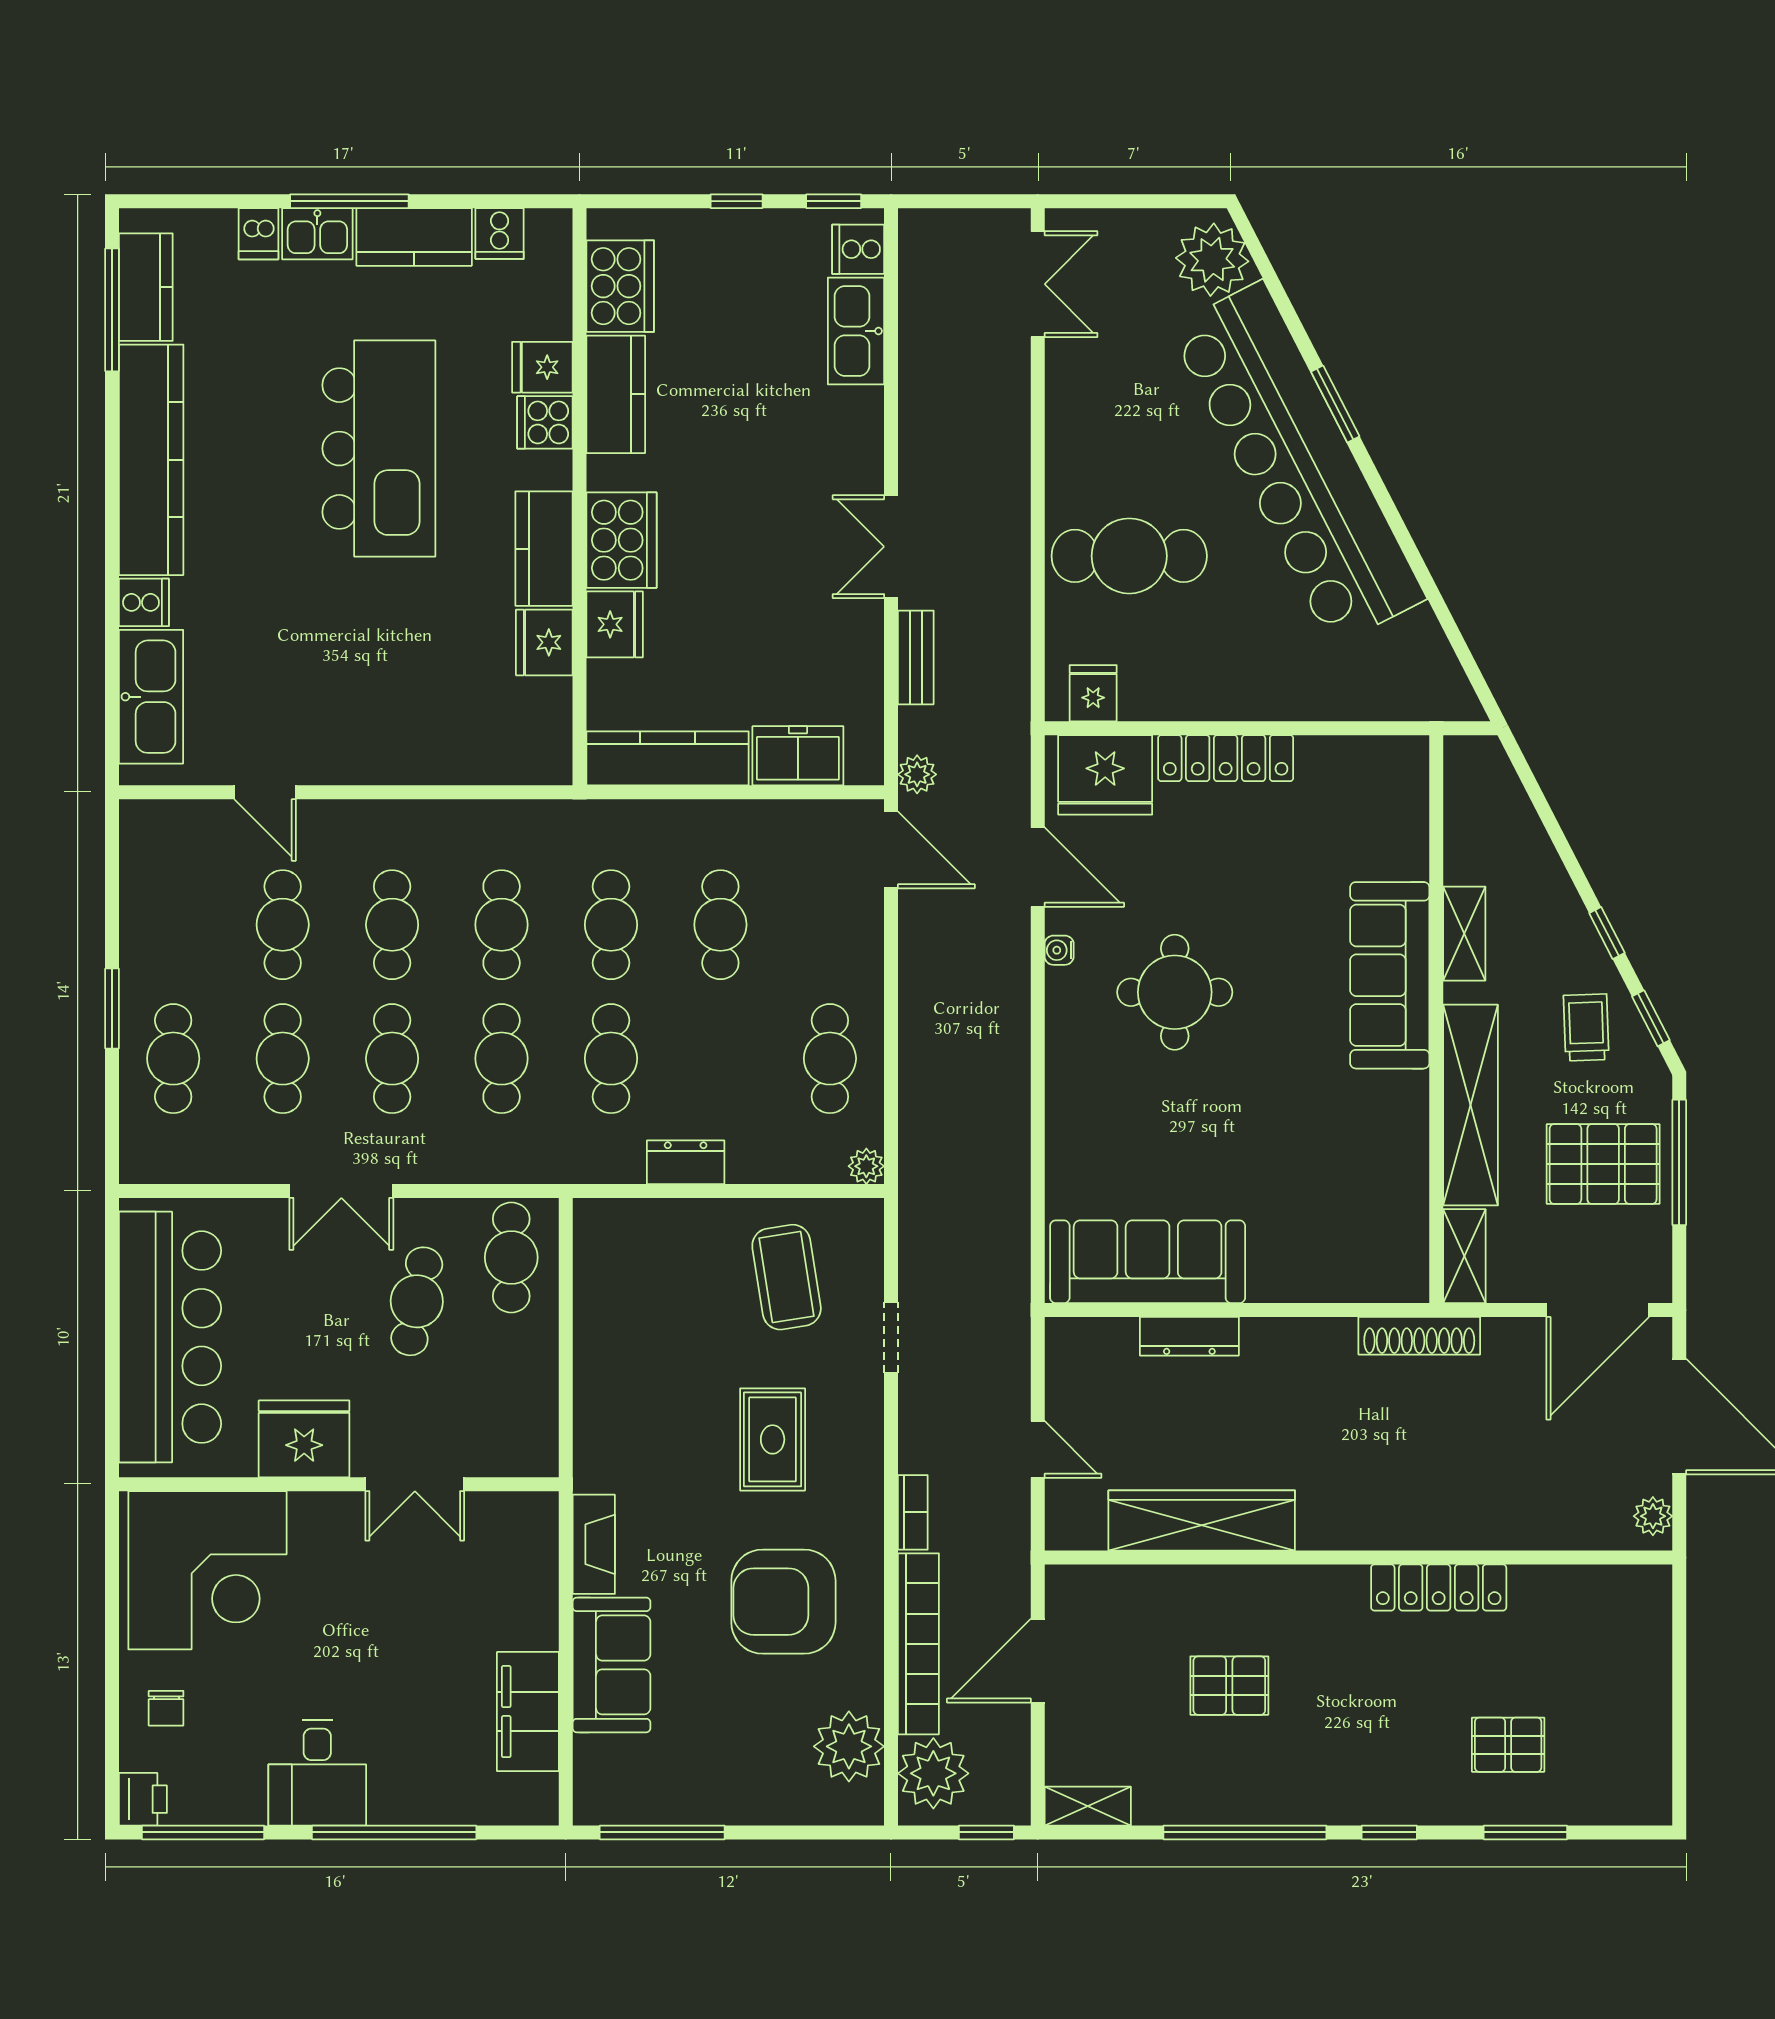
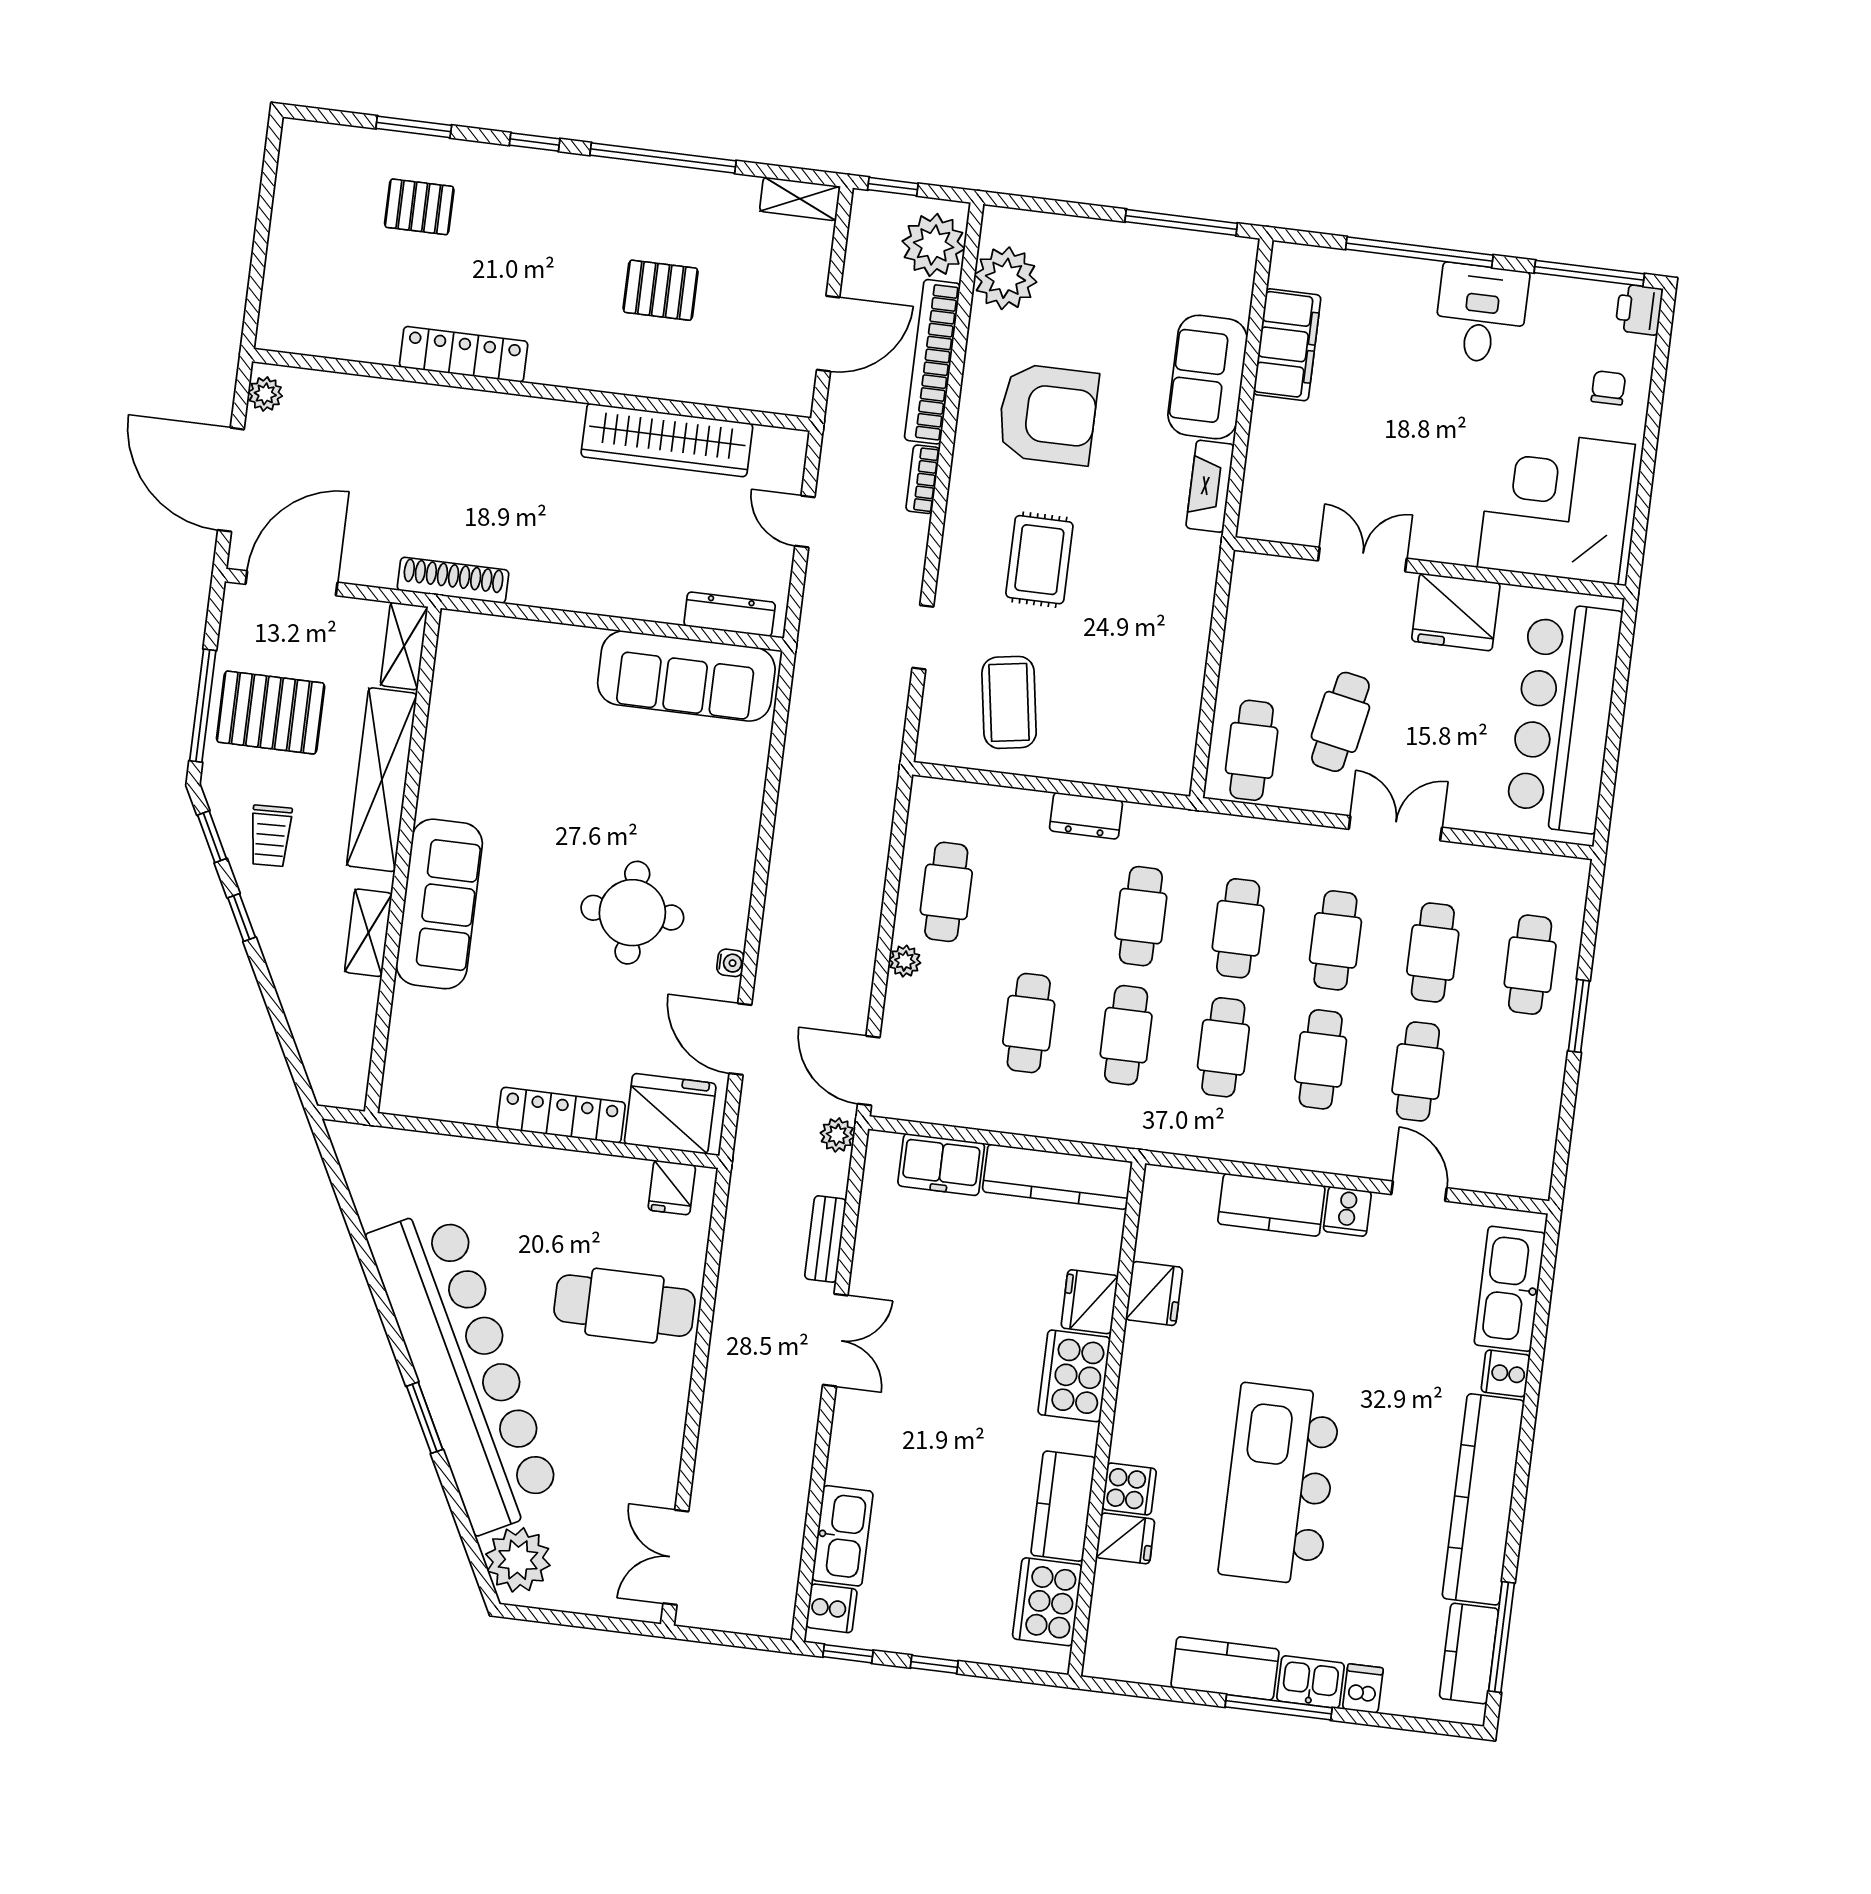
cooker: (500, 234) -> (1347, 1211), moved, turned 180
kitchen counter: (544, 549) -> (1271, 1205), moved, turned 90
plant: (866, 1166) -> (905, 961), moved
dresser: (1189, 1336) -> (730, 614), moved

